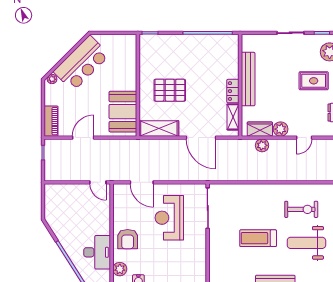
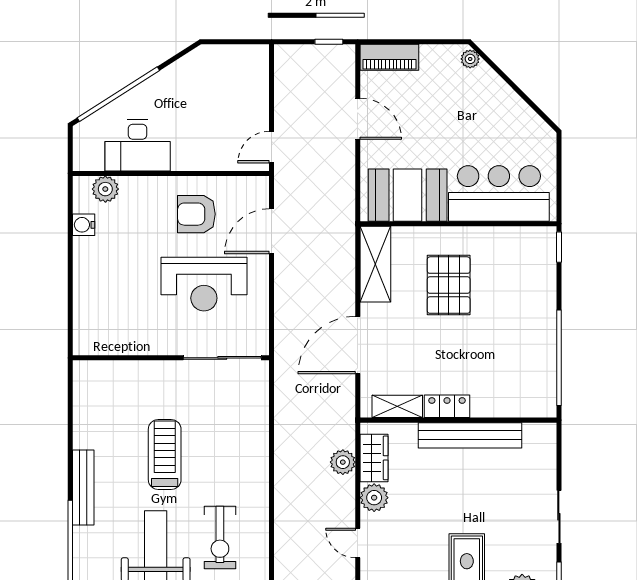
bar counter: (81, 63) -> (499, 193), moved, turned 135
reception desk: (169, 218) -> (204, 284), turned 180
armchair: (128, 239) -> (196, 214), moved

